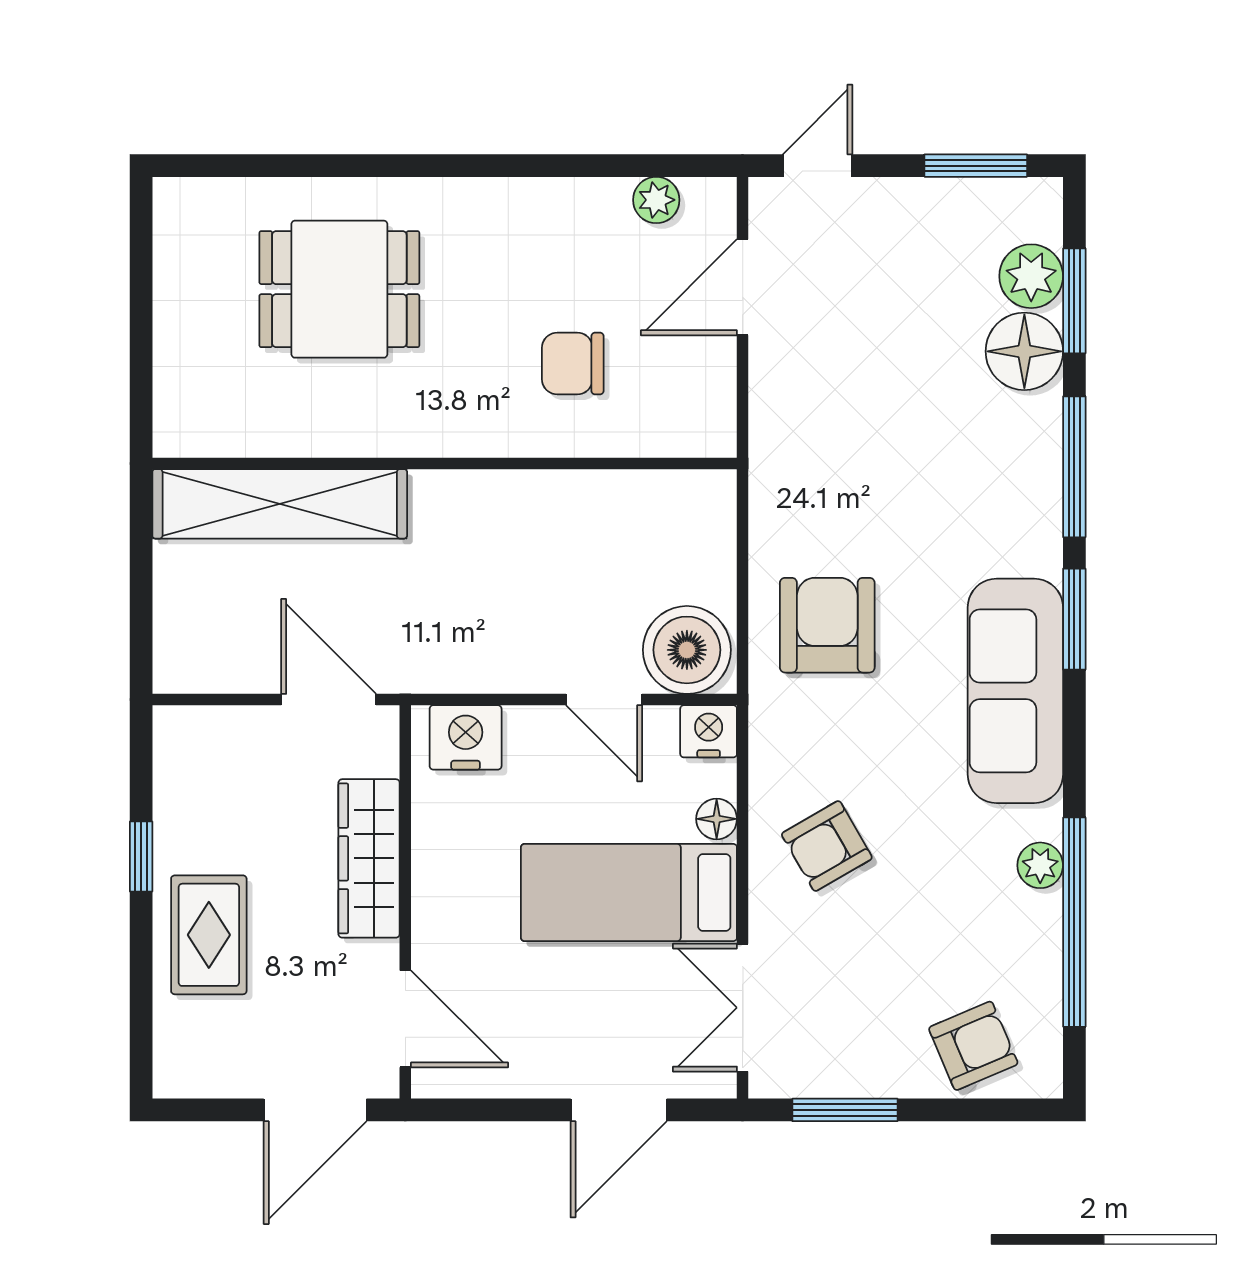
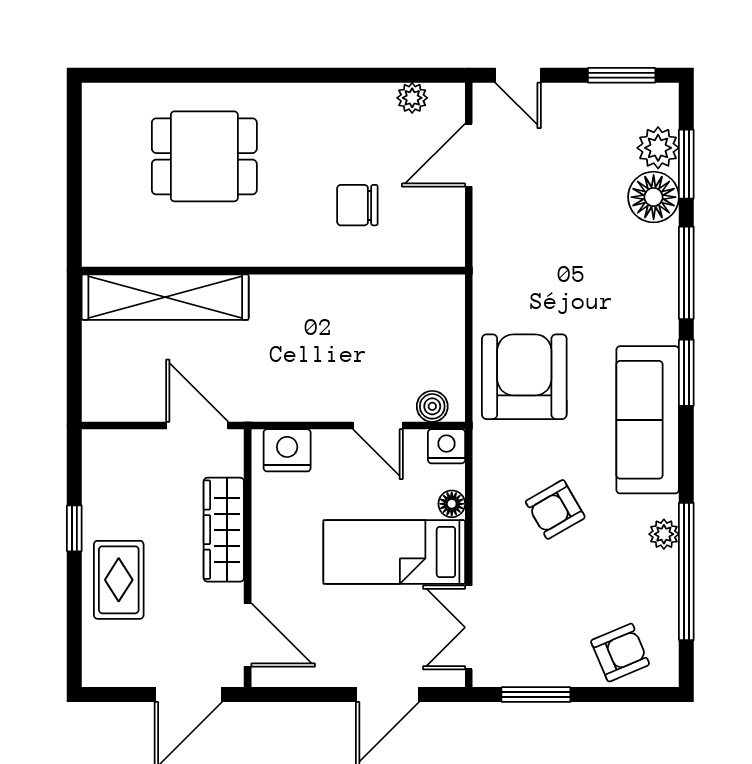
door: (818, 166) -> (518, 75), swing flipped
armchair: (827, 625) -> (524, 377), width x1.36, depth x1.36
boiler: (687, 650) -> (432, 406), width x0.54, depth x0.54
armchair: (827, 846) -> (555, 509), moved

